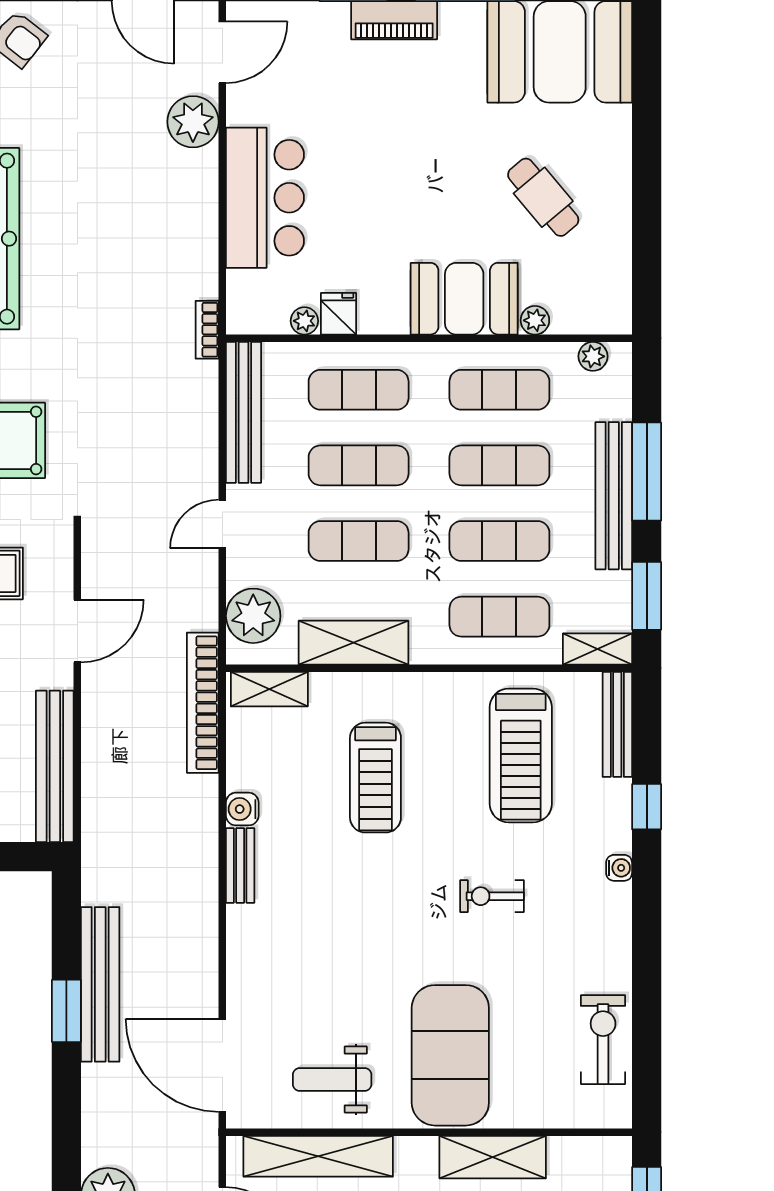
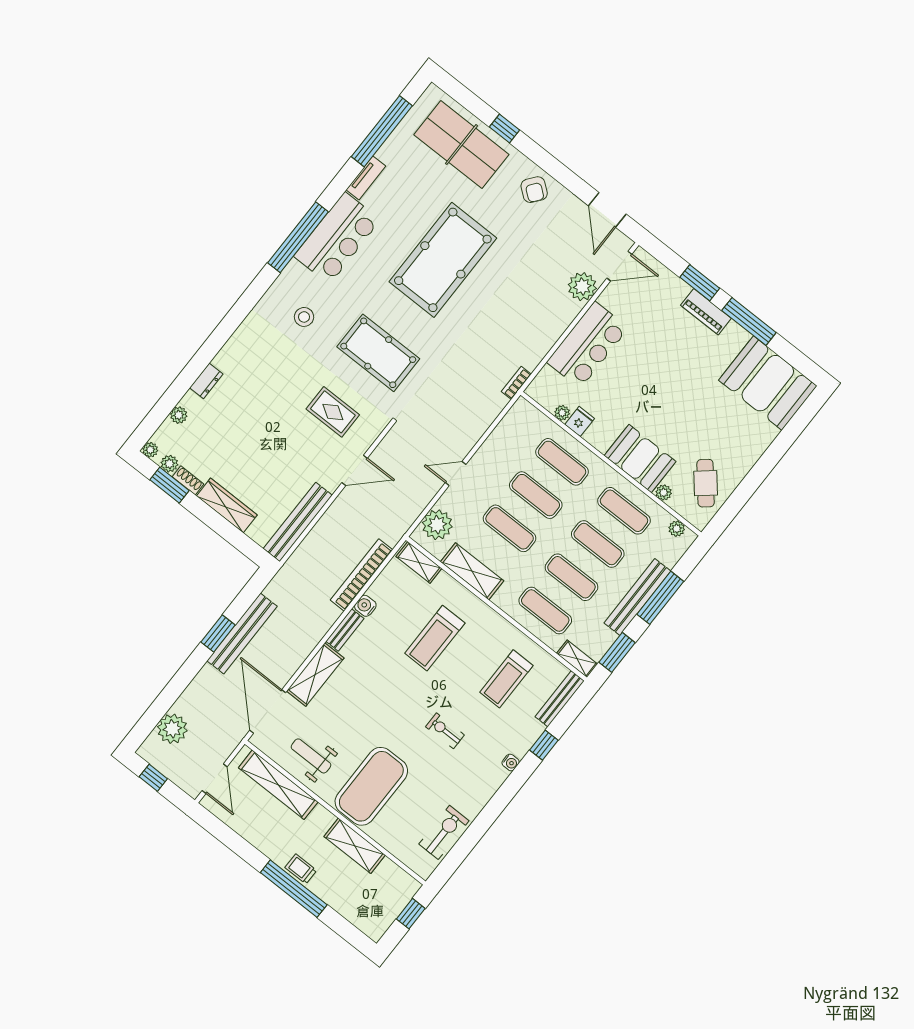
cafe table: (543, 197) -> (706, 483), moved
bench: (244, 412) -> (504, 432), removed
bookcase: (203, 703) -> (362, 575), moved
treadmill: (521, 755) -> (506, 679), width x0.73, depth x0.73
shelving: (248, 961) -> (315, 675), added

